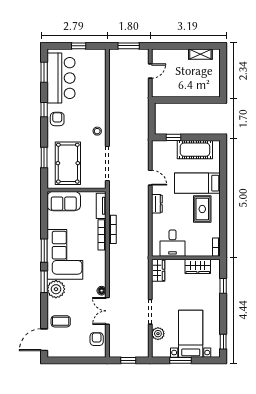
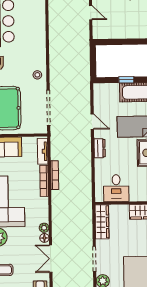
door: (150, 71) -> (91, 13), hinge flipped
window: (173, 137) -> (126, 80), moved
wardrobe: (158, 270) -> (102, 222), width x1.50
plant: (101, 281) -> (44, 228), added

